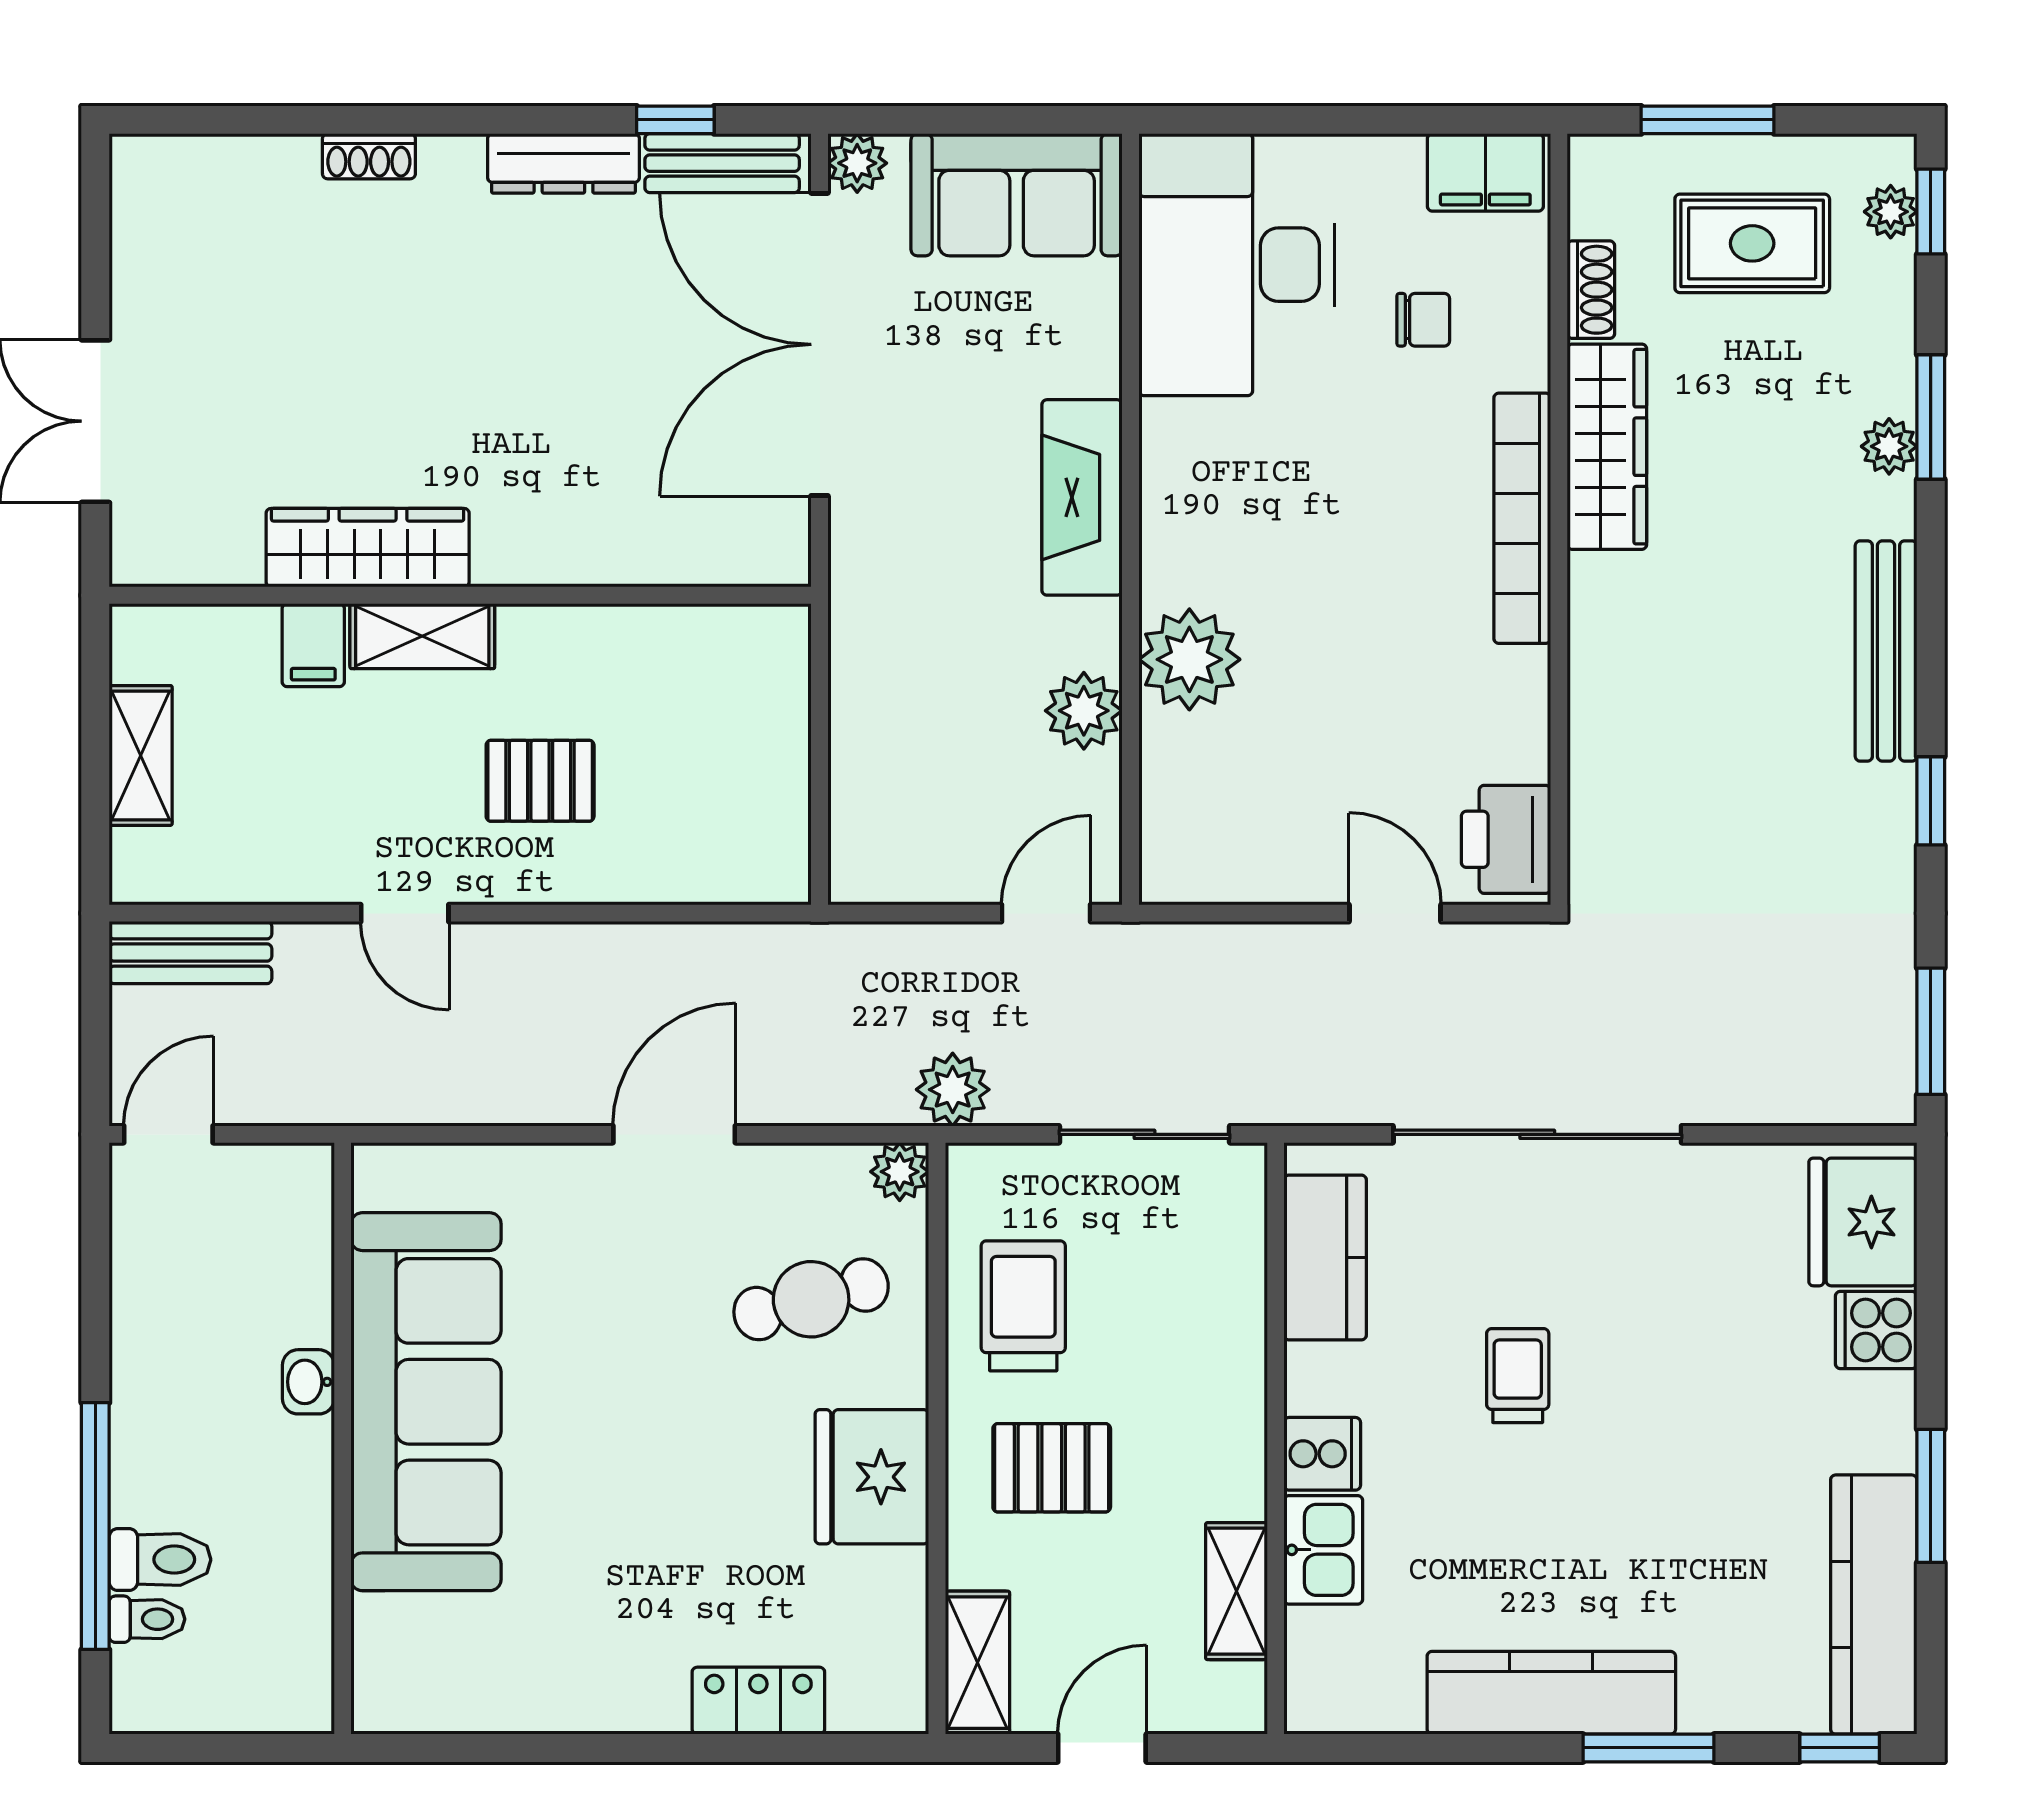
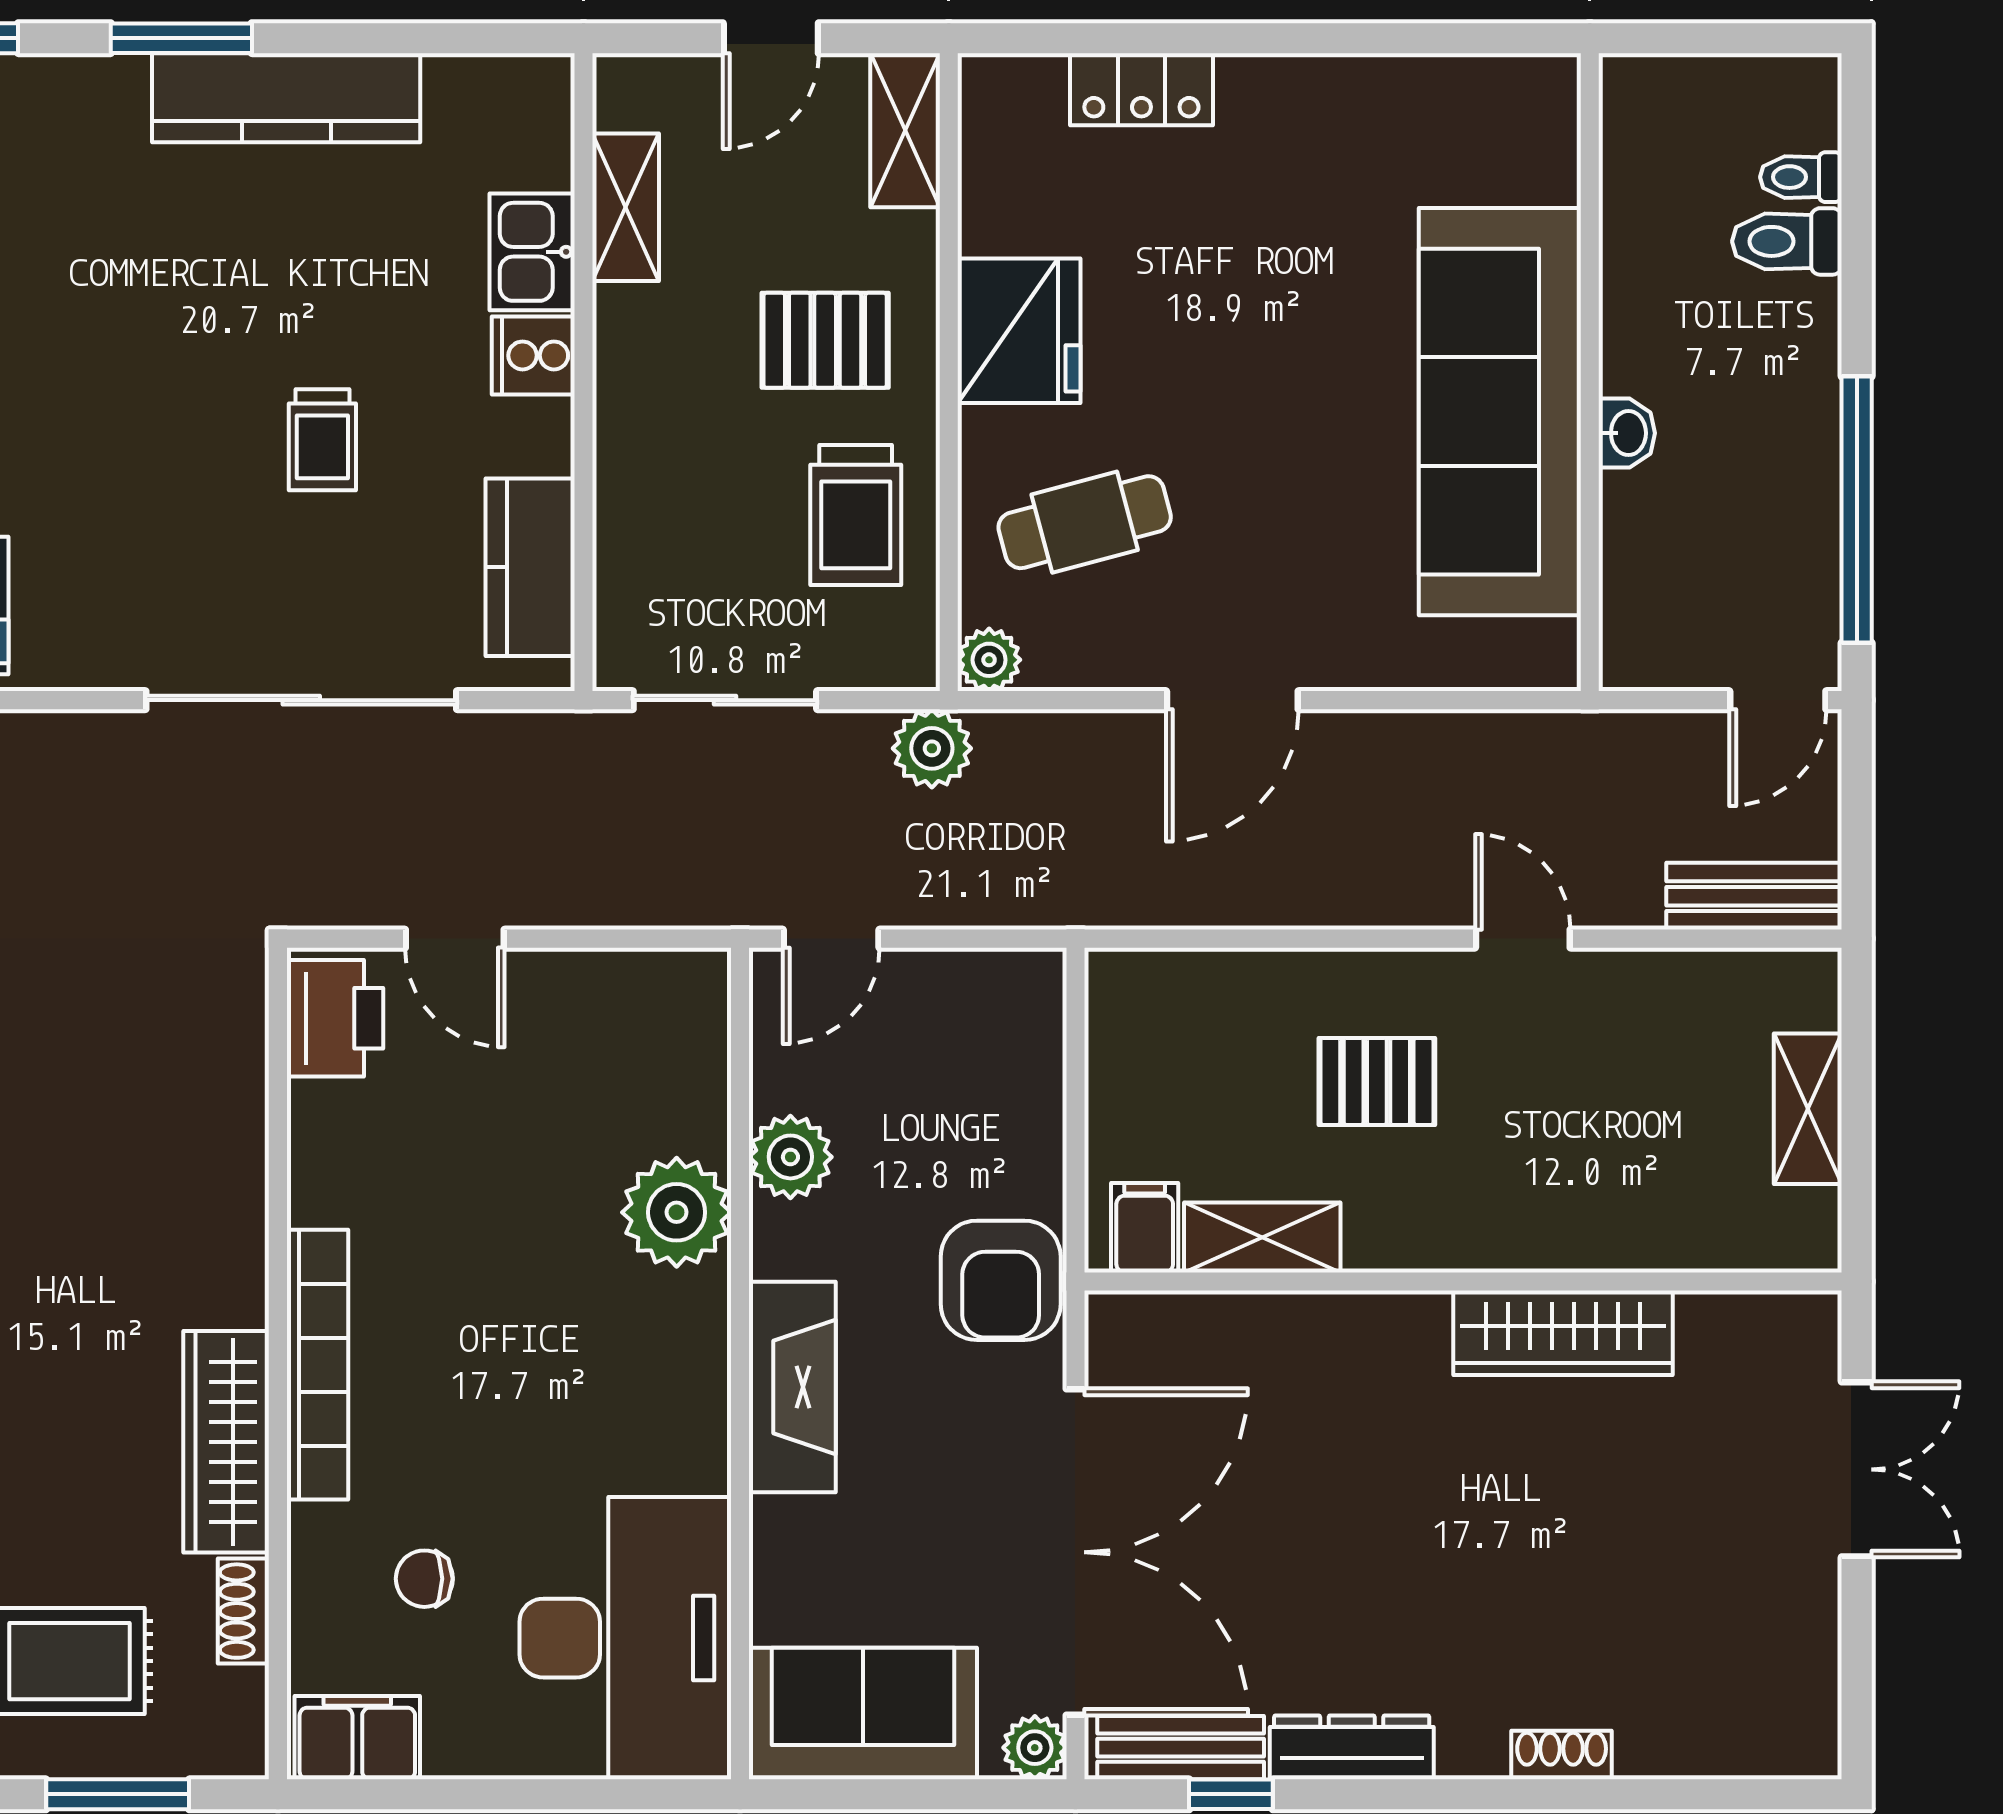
armchair: (889, 596) -> (1001, 1280), added
shelving: (422, 636) -> (1262, 1237), moved
filing cabinet: (313, 645) -> (1145, 1228), moved
window: (95, 1526) -> (1857, 510), moved

